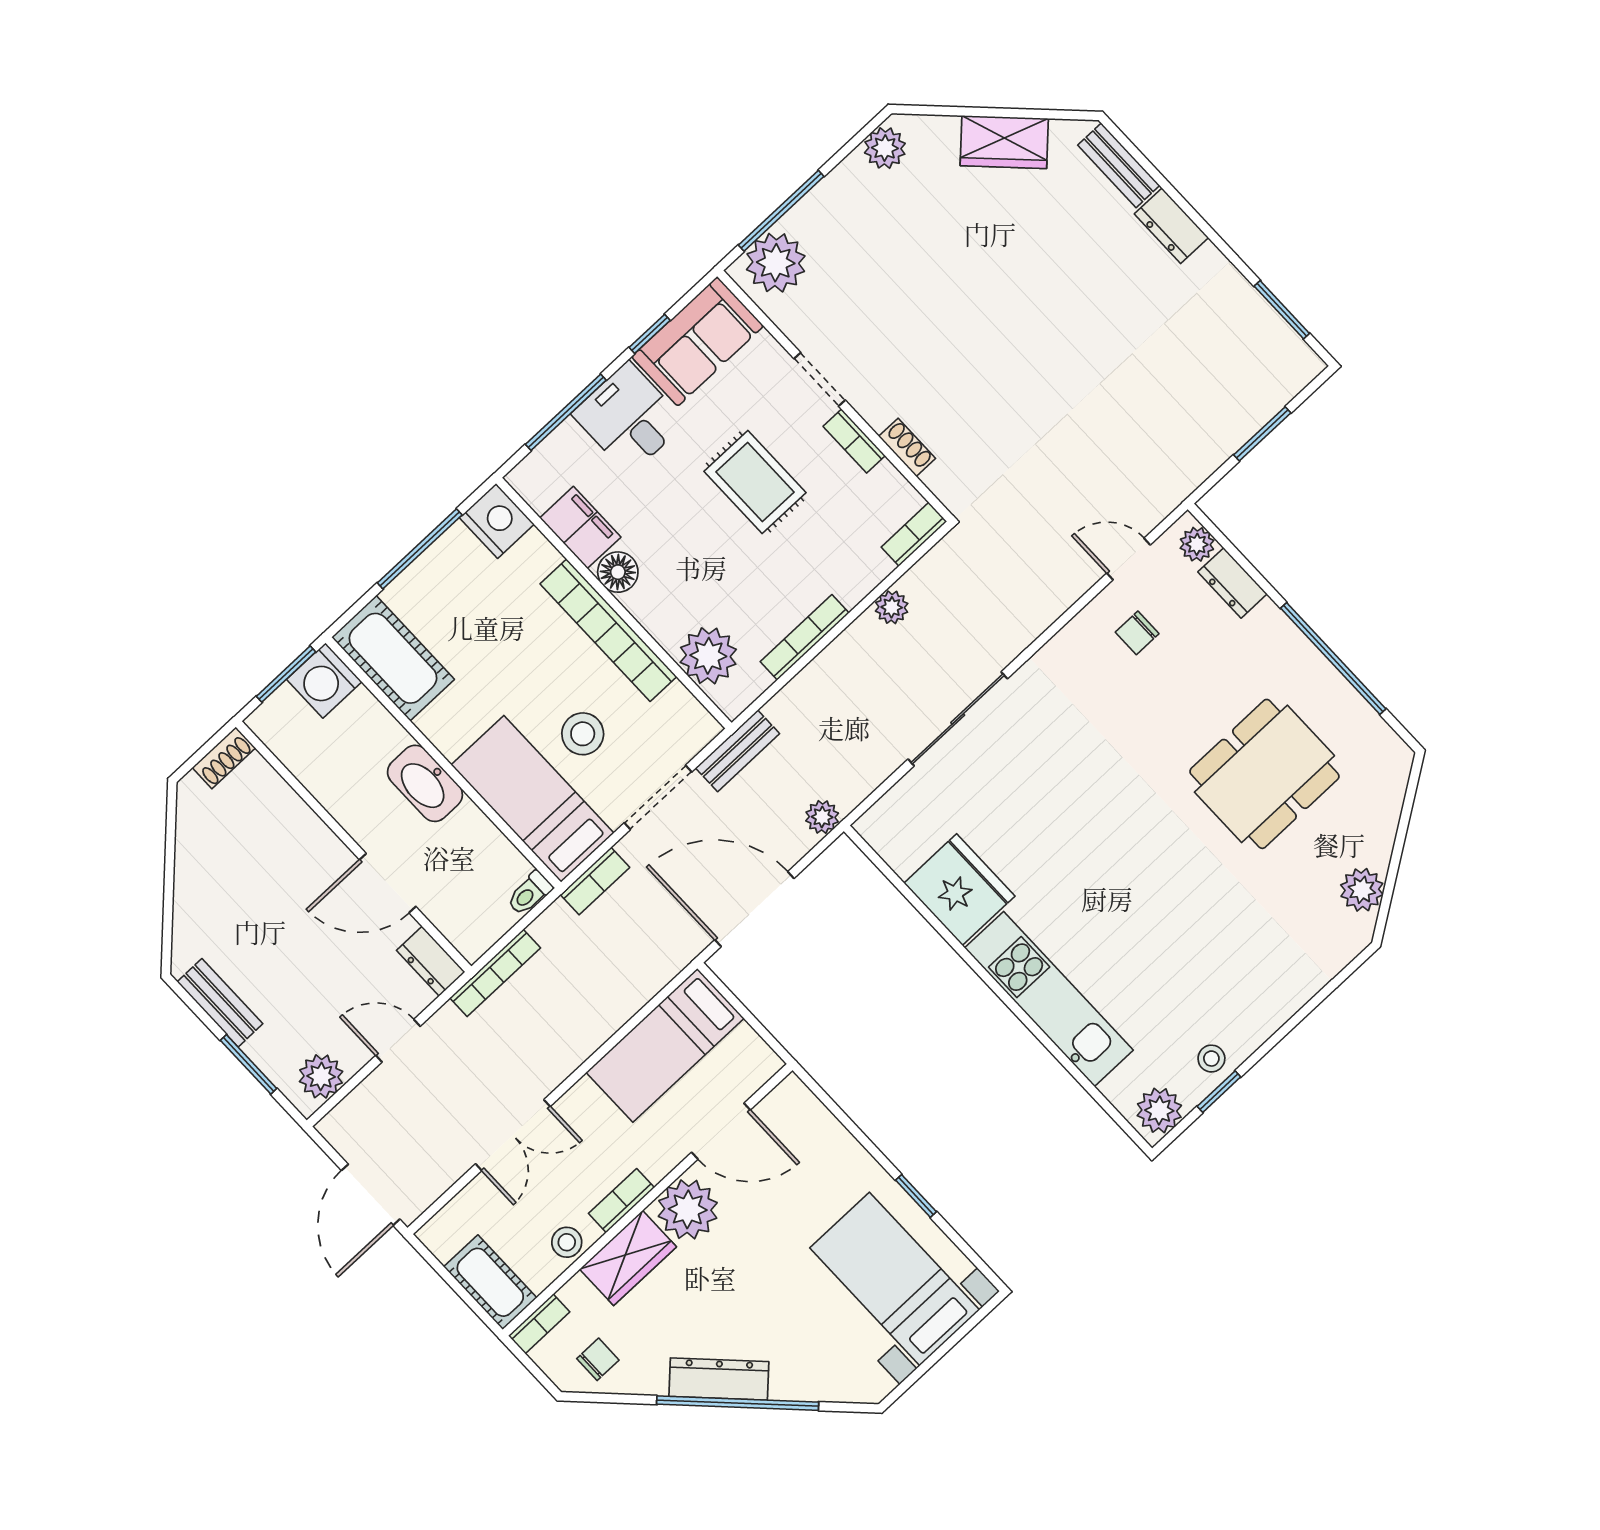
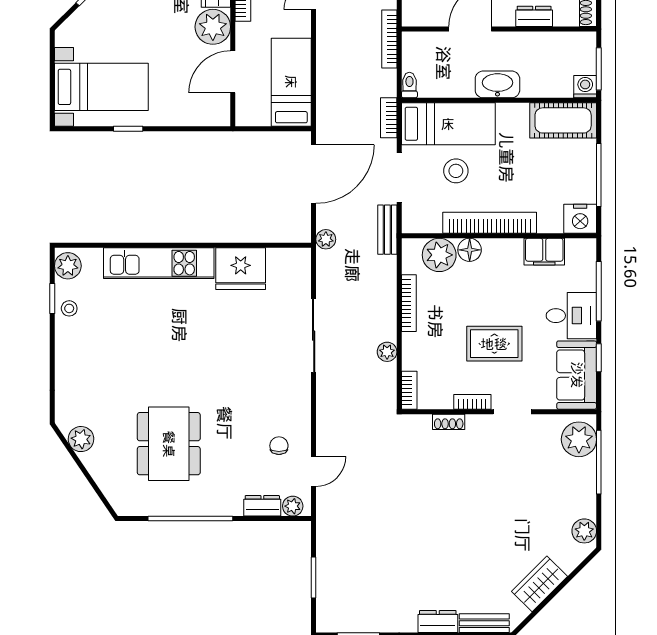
floor lamp: (618, 572) -> (470, 250), moved
washing machine: (324, 681) -> (585, 87), width x0.73, depth x0.73
dresser: (431, 961) -> (534, 16), moved

